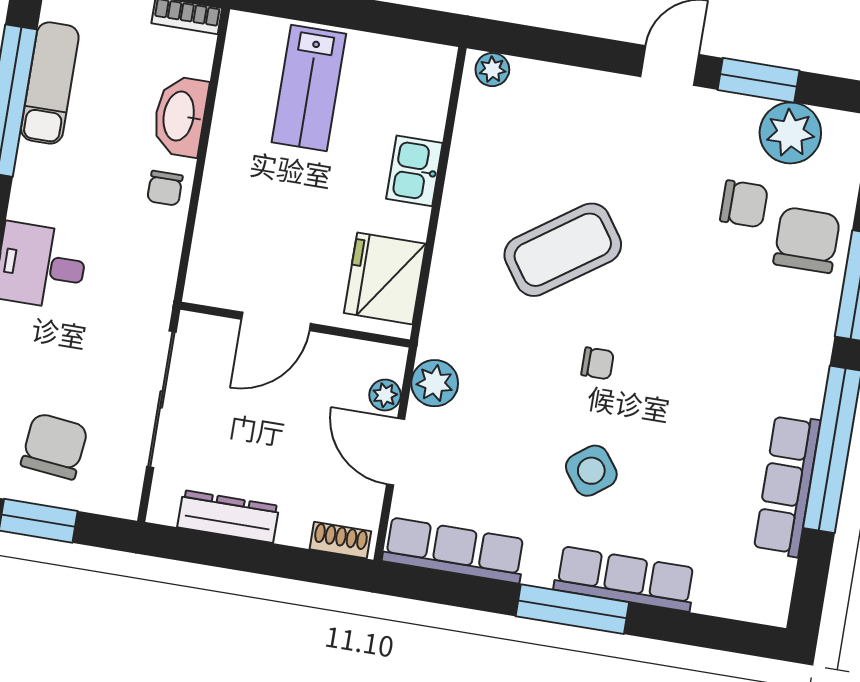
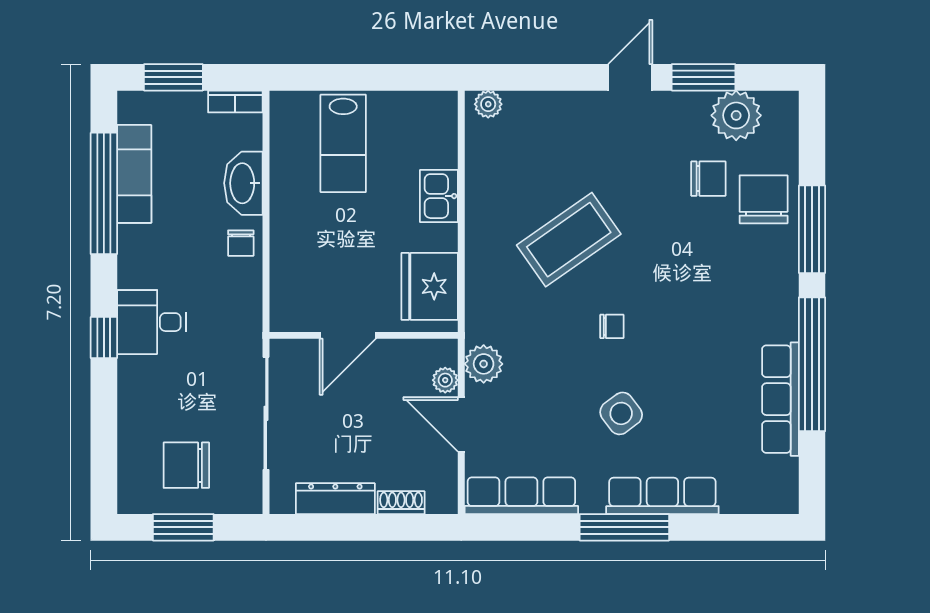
chair: (54, 446) -> (186, 465), turned -96
shoe rack: (340, 540) -> (401, 503), moved

